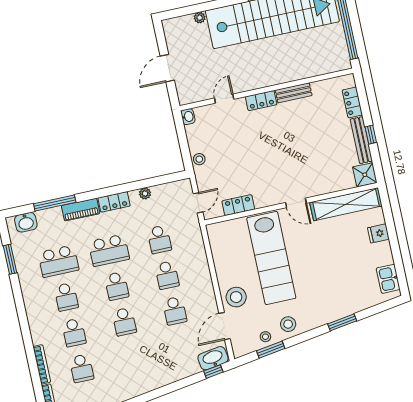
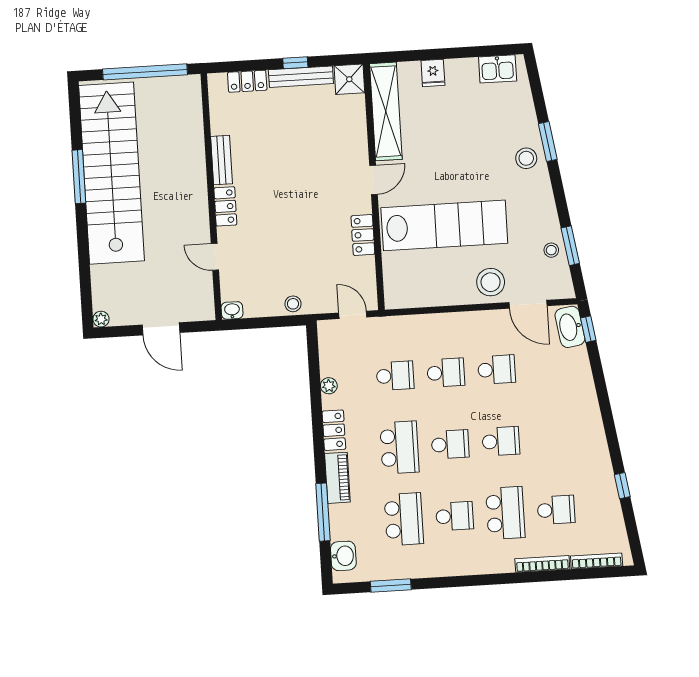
plant: (200, 18) -> (101, 319), moved
locker: (238, 205) -> (363, 235), moved
stool: (288, 324) -> (526, 158), moved
school desk: (74, 333) -> (505, 513), width x1.85

